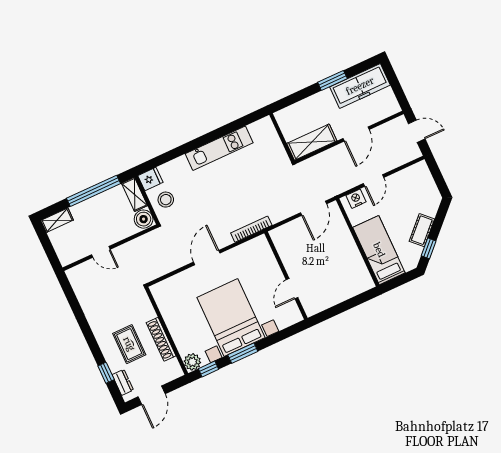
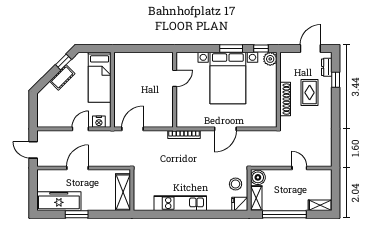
shelving: (312, 142) -> (123, 192), moved, turned 90
shoe rack: (161, 339) -> (285, 99), moved

